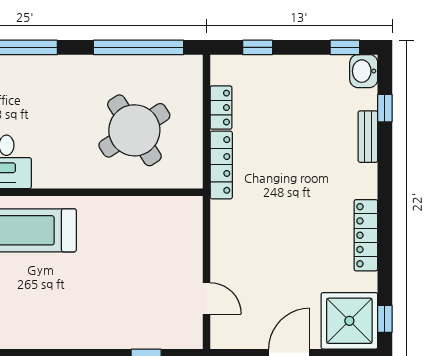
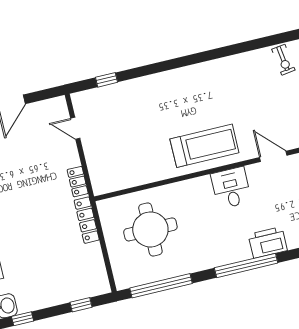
locker: (221, 108) -> (78, 182), moved
round table: (134, 130) -> (150, 229), turned 33

